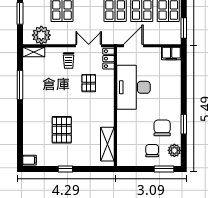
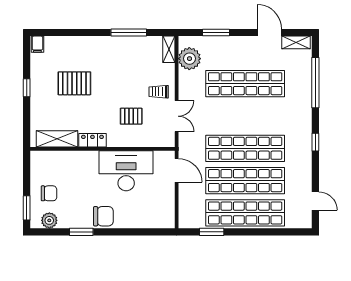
window: (184, 28) -> (212, 232), moved
filing cabinet: (171, 54) -> (167, 217), removed
locker: (109, 59) -> (92, 140), moved
chair: (162, 128) -> (103, 216), moved

